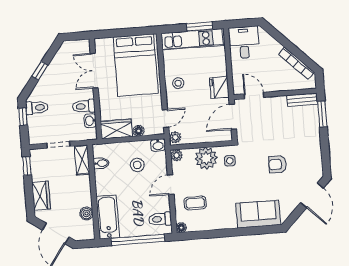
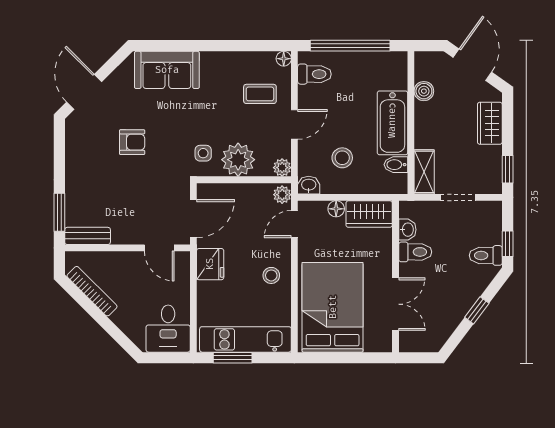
bathtub: (108, 217) -> (392, 123), moved

